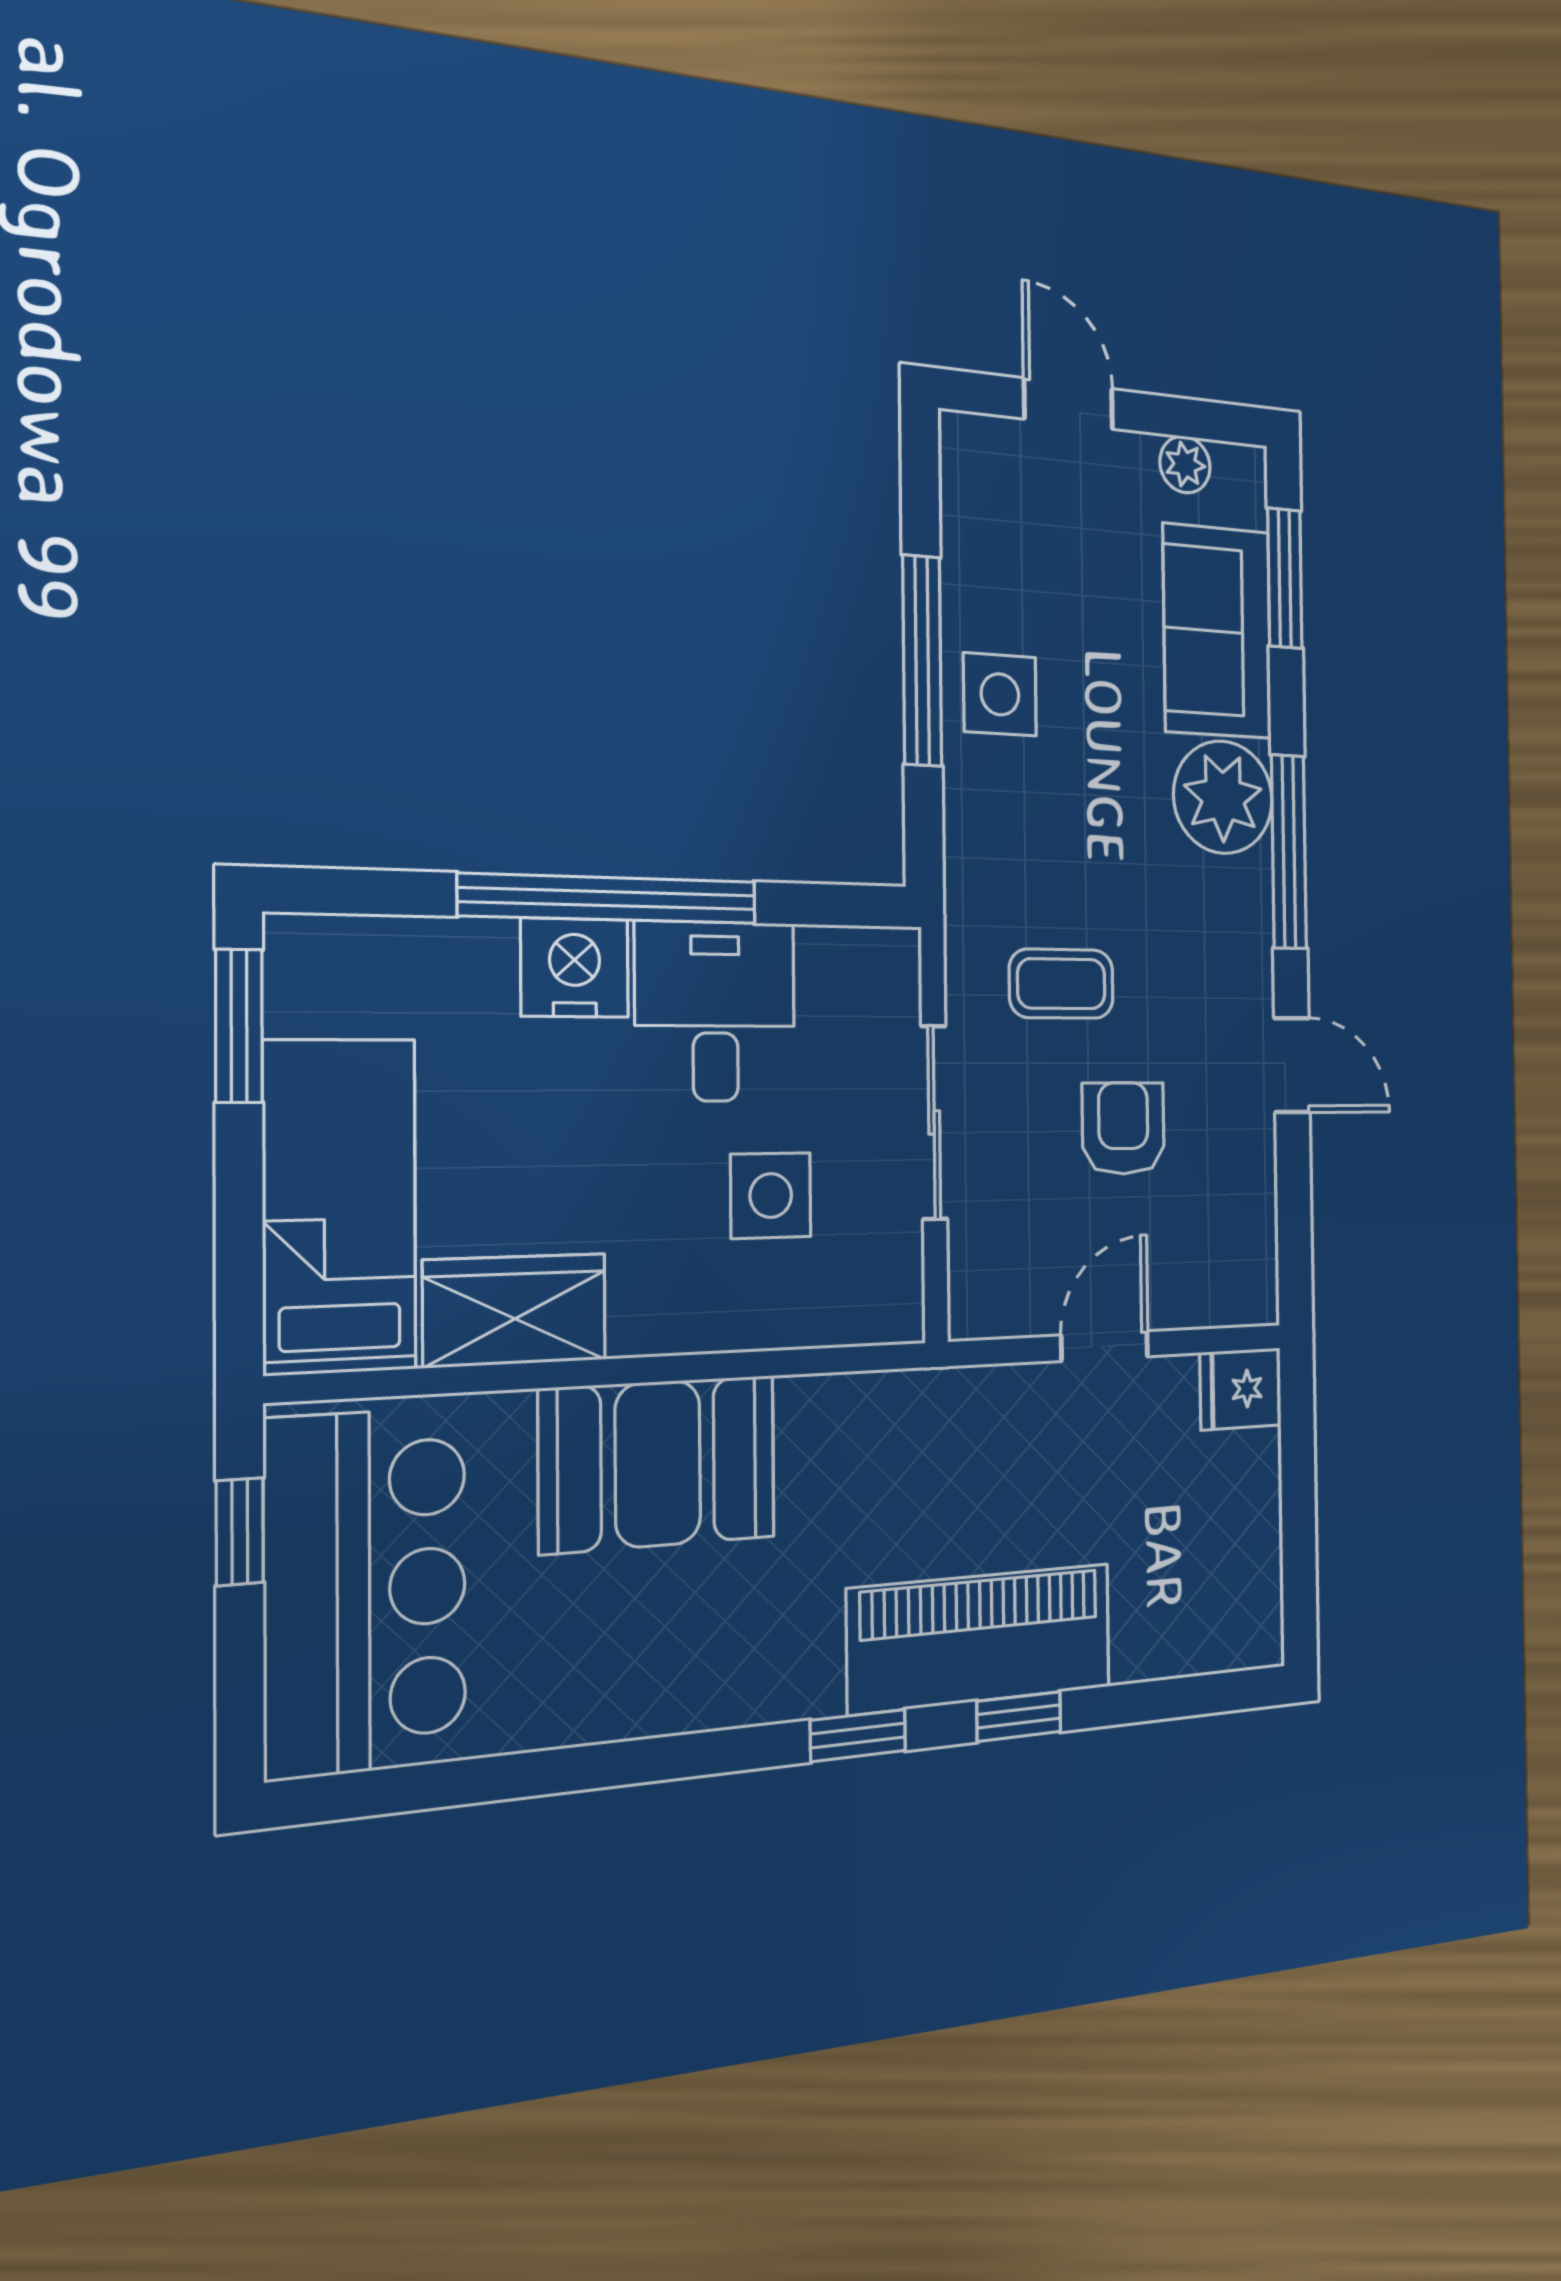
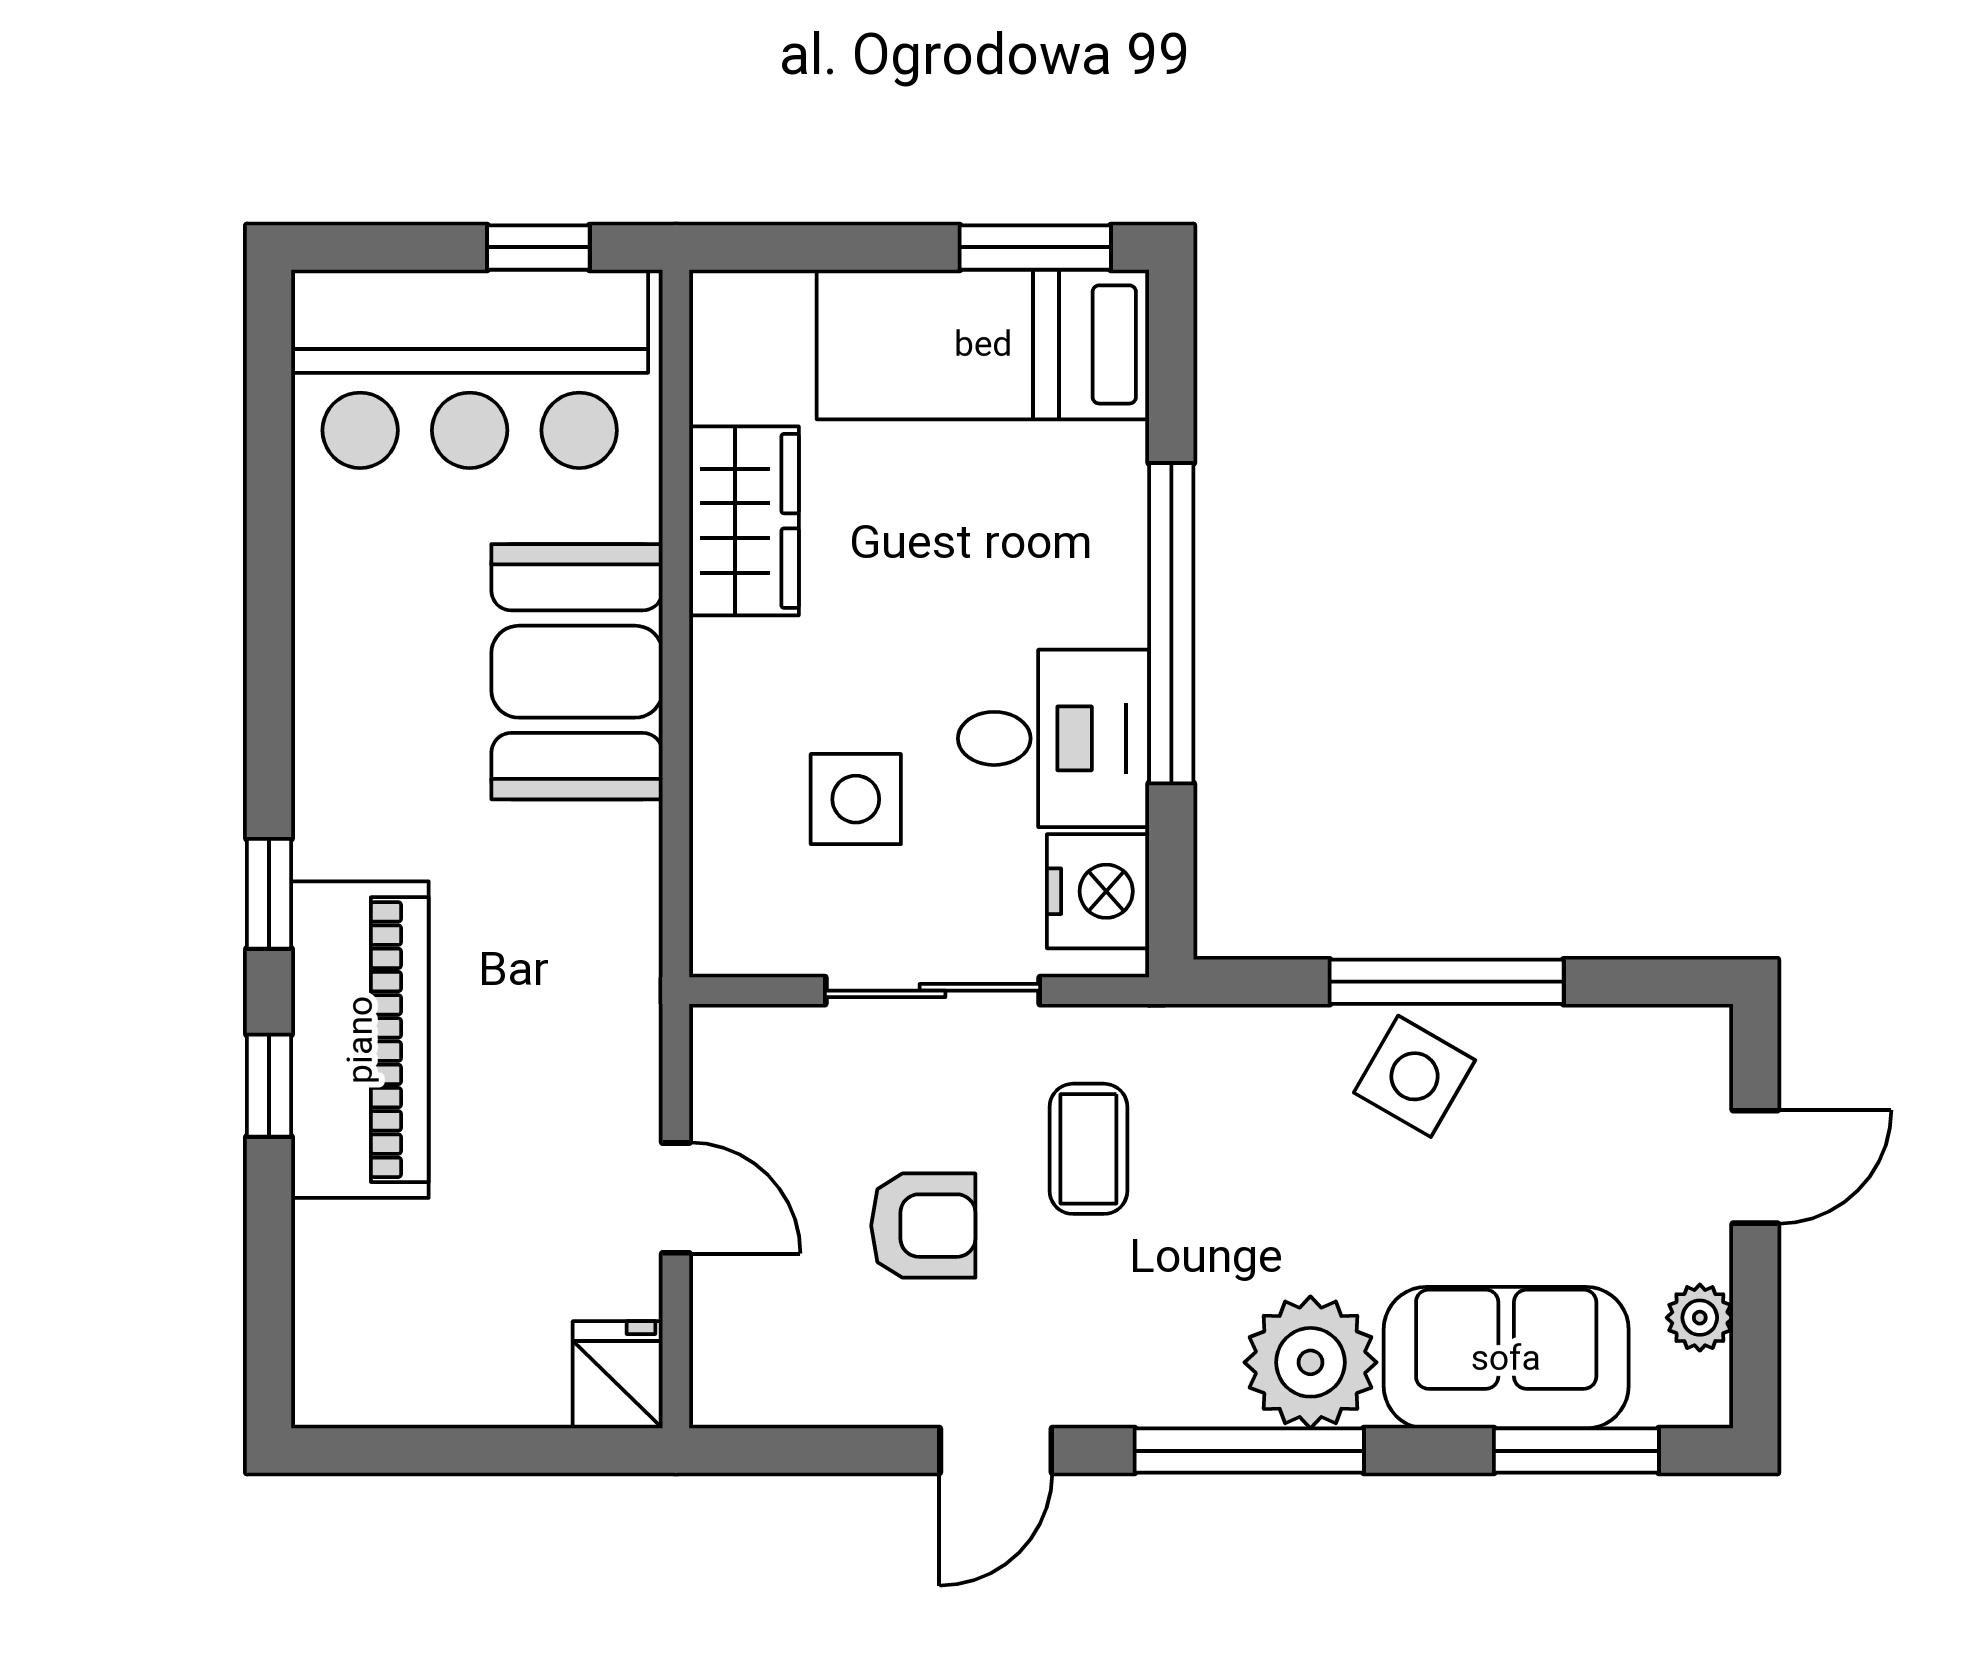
side table: (1000, 694) -> (1415, 1076), turned 30
nightstand: (575, 968) -> (1098, 891), moved
bed: (340, 1206) -> (983, 344), moved, turned 180

